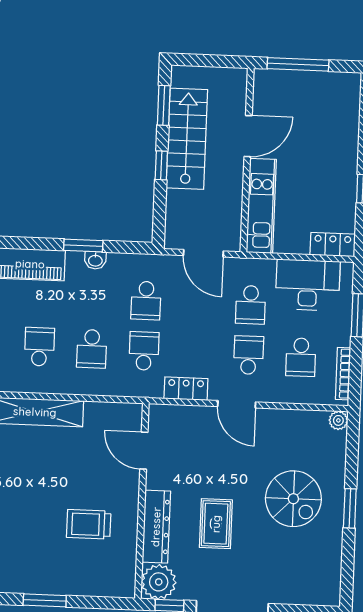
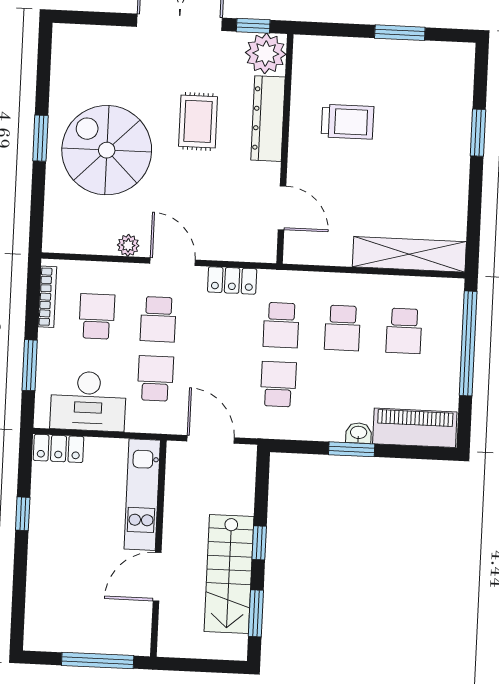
washbasin: (95, 260) -> (359, 433), moved
school desk: (92, 349) -> (343, 328), turned 180
plant: (338, 420) -> (128, 245), moved
spiral stairs: (293, 499) -> (107, 150), width x1.37, depth x1.37

